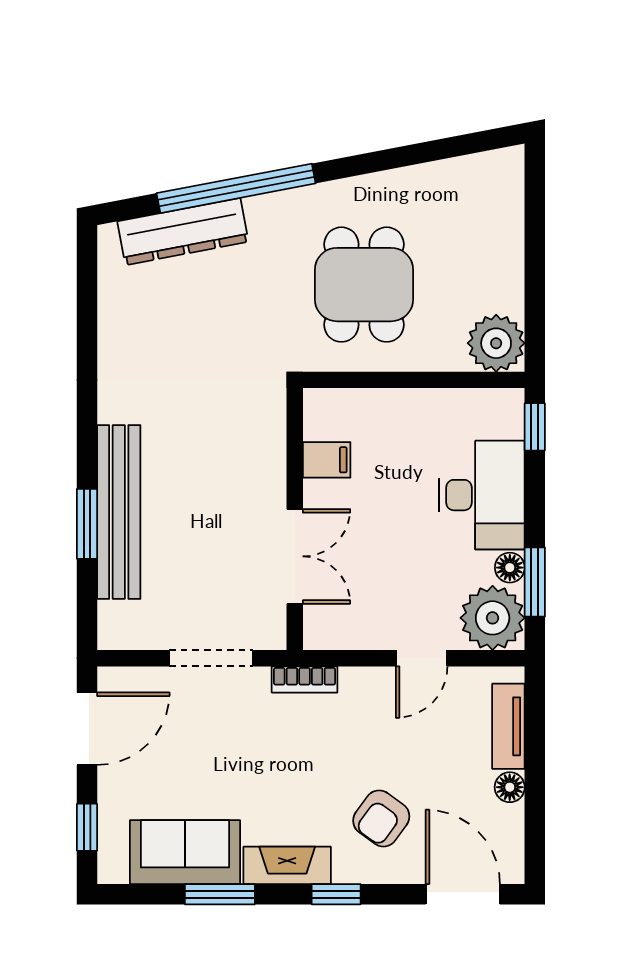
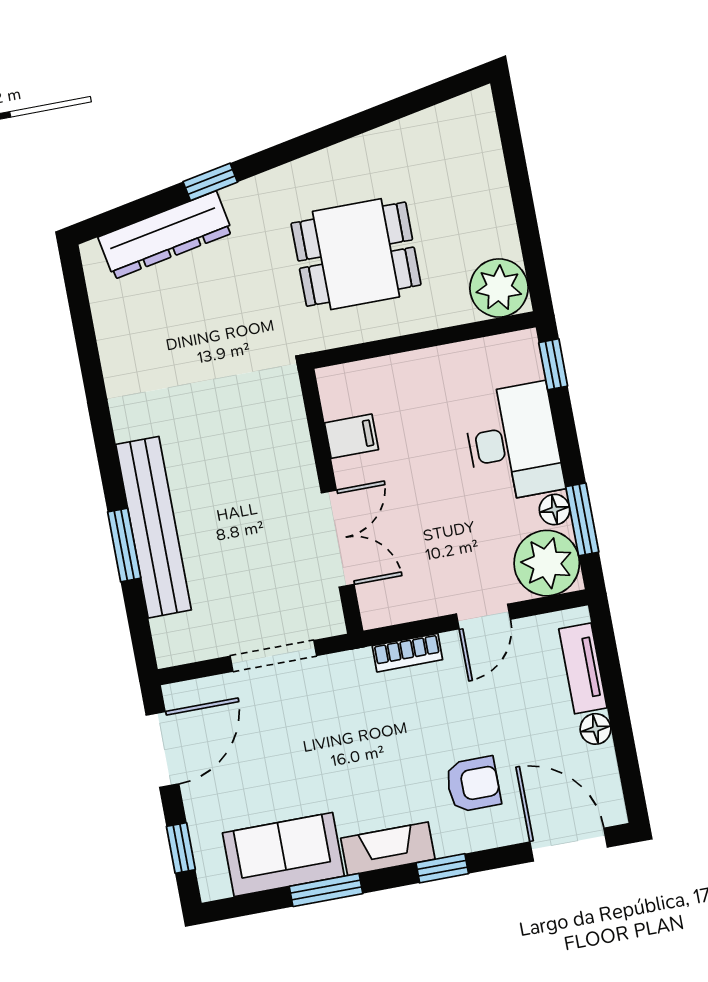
window: (236, 188) -> (210, 182), width x0.32
dining table: (364, 285) -> (356, 254), turned 90
bookcase: (305, 679) -> (407, 653), moved
armchair: (381, 818) -> (473, 784), turned -126

